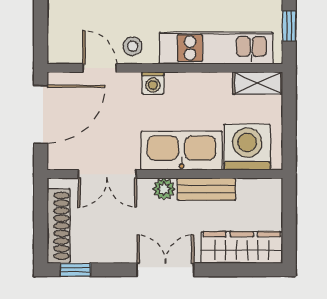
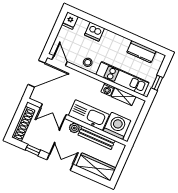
door: (100, 68) -> (60, 61), moved
washing machine: (153, 83) -> (108, 89), moved
shelving: (258, 83) -> (123, 97), moved
bench: (206, 189) -> (96, 138), width x1.36
window: (75, 270) -> (33, 150), moved

